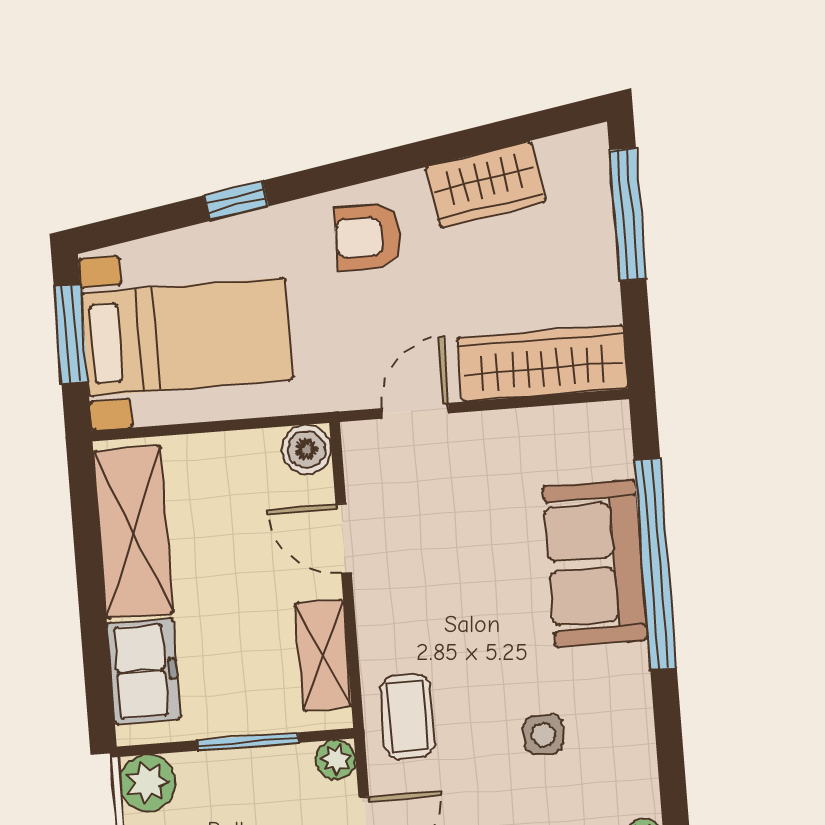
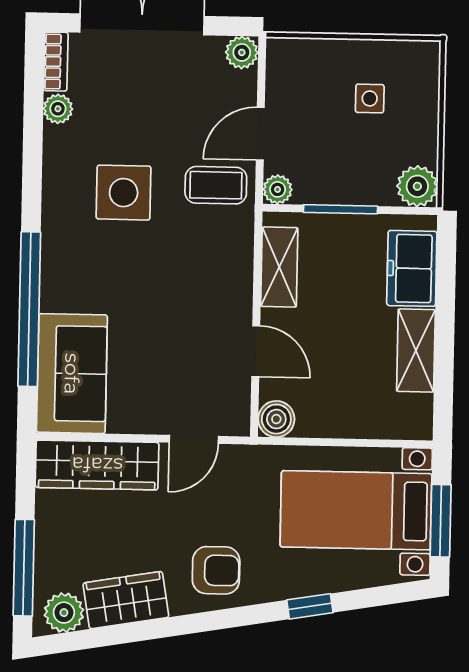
plant: (567, 159) -> (64, 613), added
shelving: (133, 532) -> (416, 351), width x0.67, depth x0.75
sofa: (595, 563) -> (72, 374), moved
coffee table: (407, 717) -> (216, 185), moved, turned 90
side table: (544, 735) -> (124, 193), width x1.87, depth x1.87

